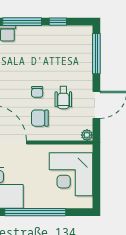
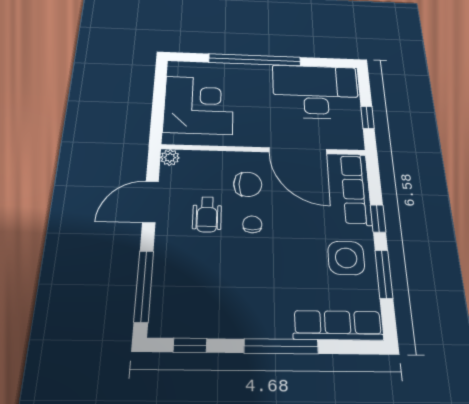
window: (58, 22) -> (190, 345), moved
wheelchair: (63, 98) -> (207, 214), turned 180

